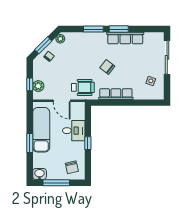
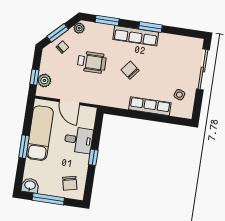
window: (93, 29) -> (107, 20), moved
row of seats: (125, 38) -> (136, 36), moved
wheelchair: (83, 87) -> (92, 62), moved
row of seats: (116, 94) -> (150, 106), moved

